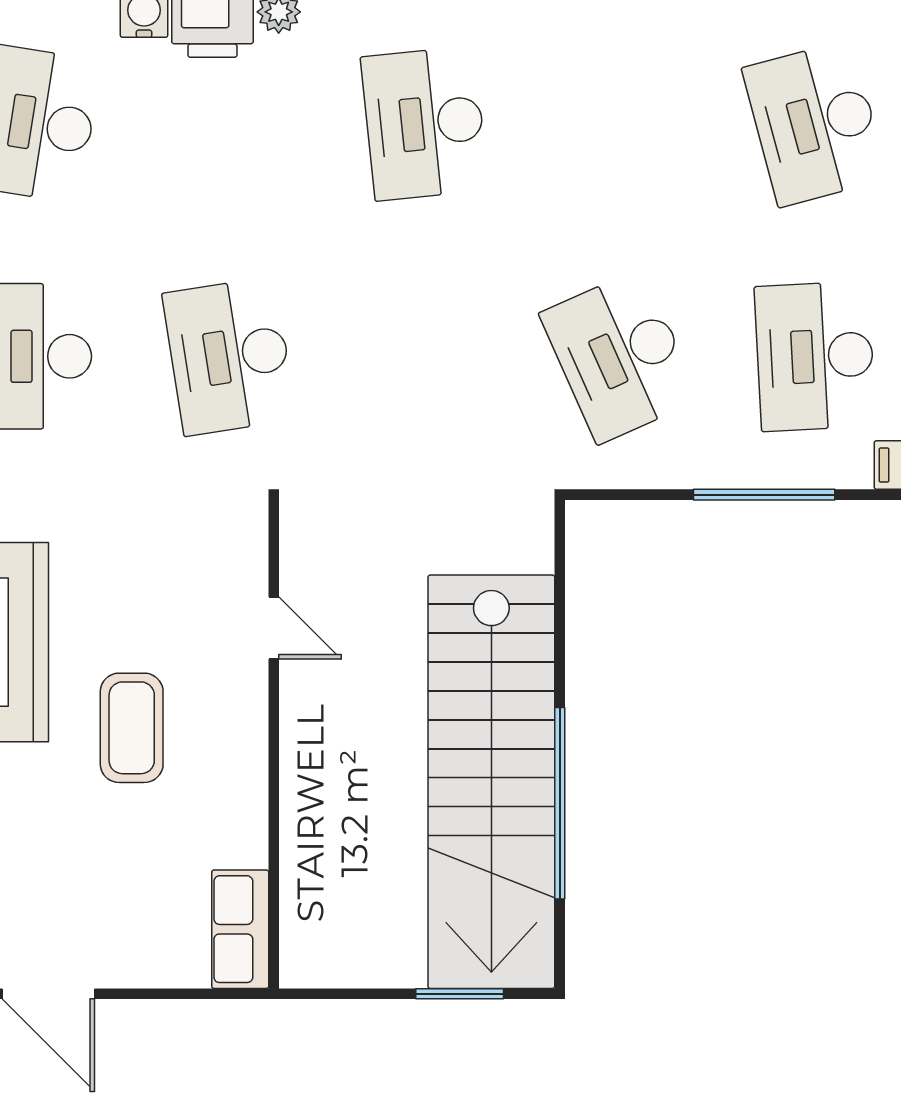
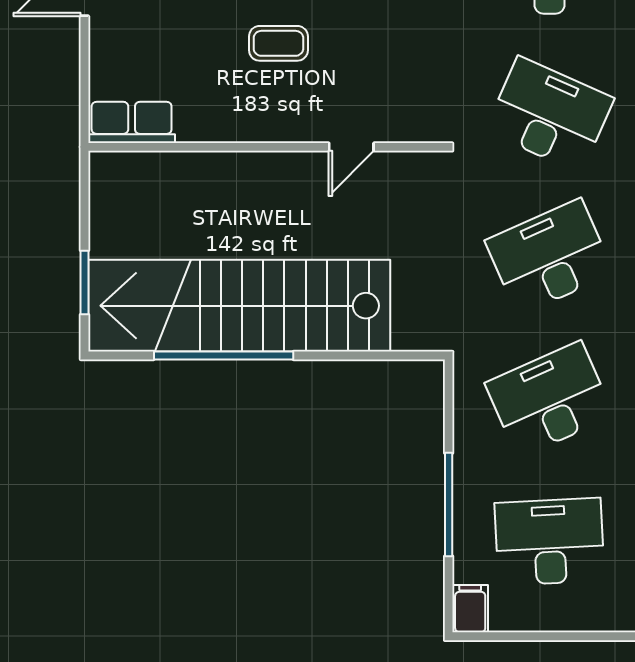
desk: (229, 356) -> (550, 115), turned 33
desk: (425, 356) -> (550, 257), added
coffee table: (132, 728) -> (278, 43), width x0.73, depth x0.77

